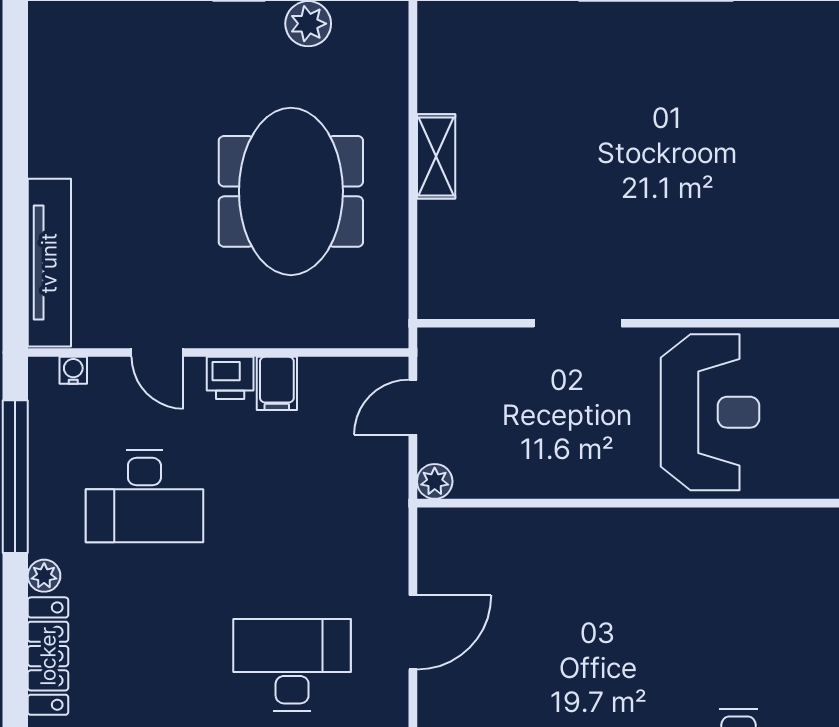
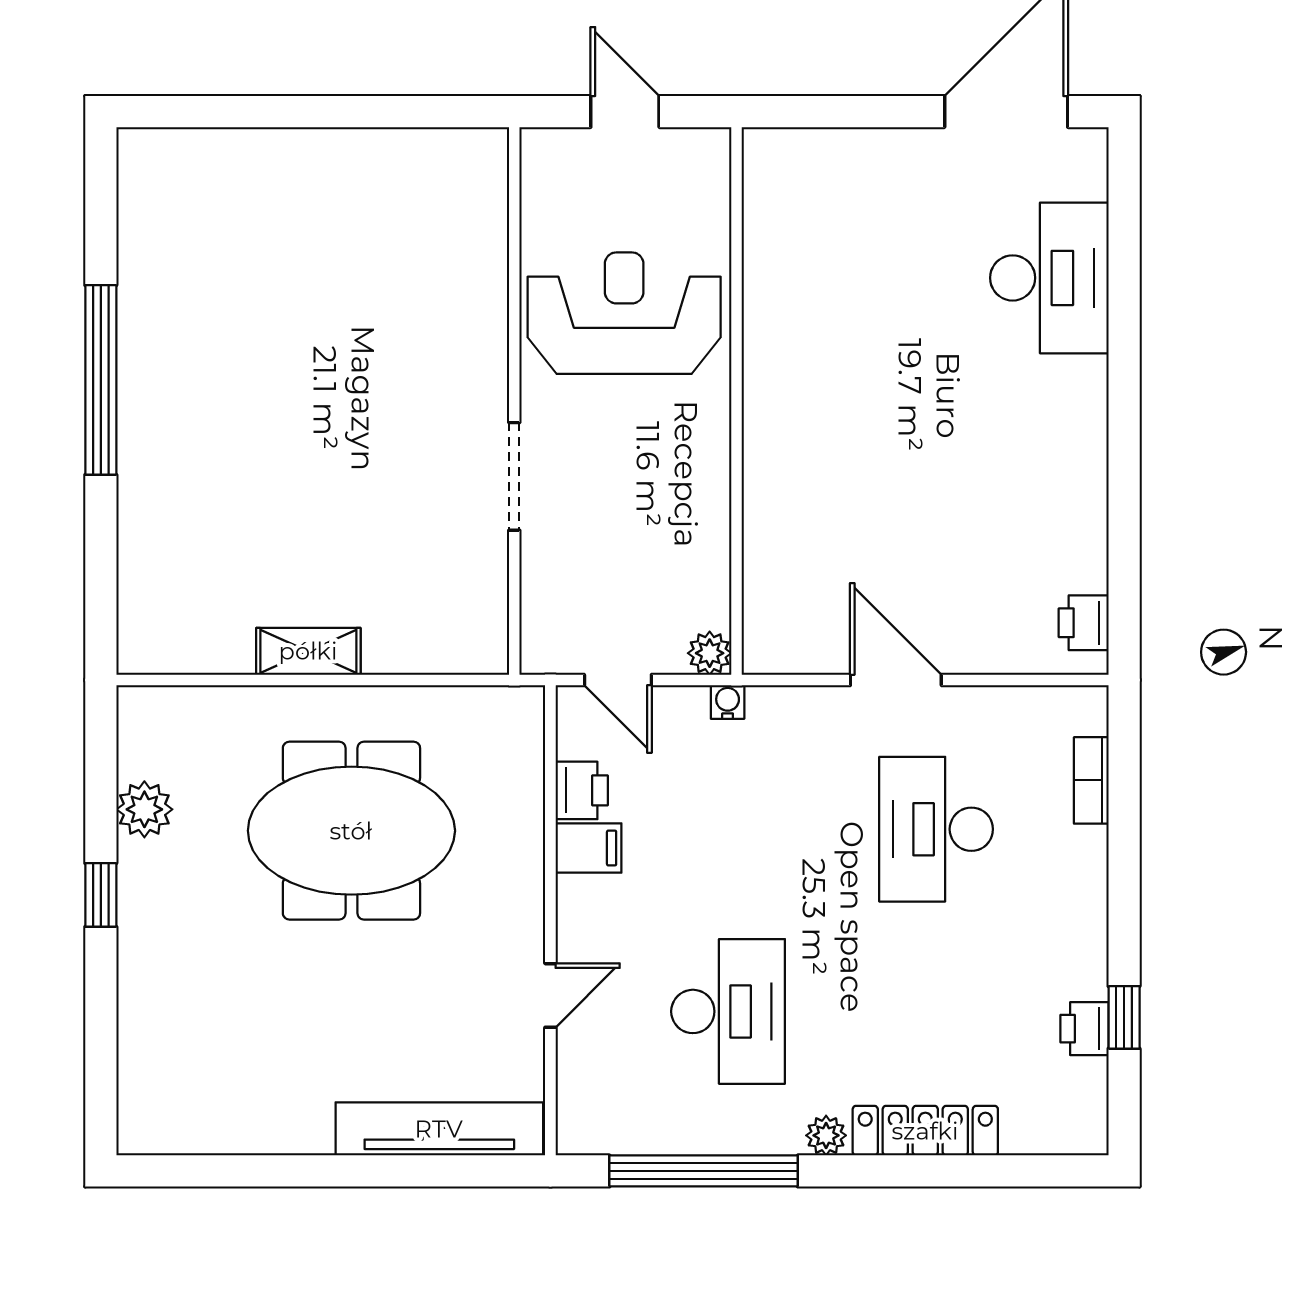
water cooler: (73, 370) -> (728, 702), moved, turned 90
printer: (230, 378) -> (582, 790), moved

